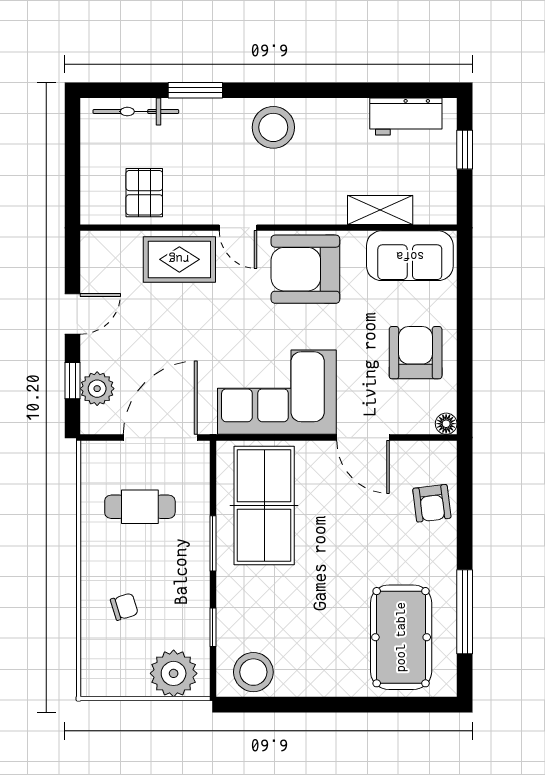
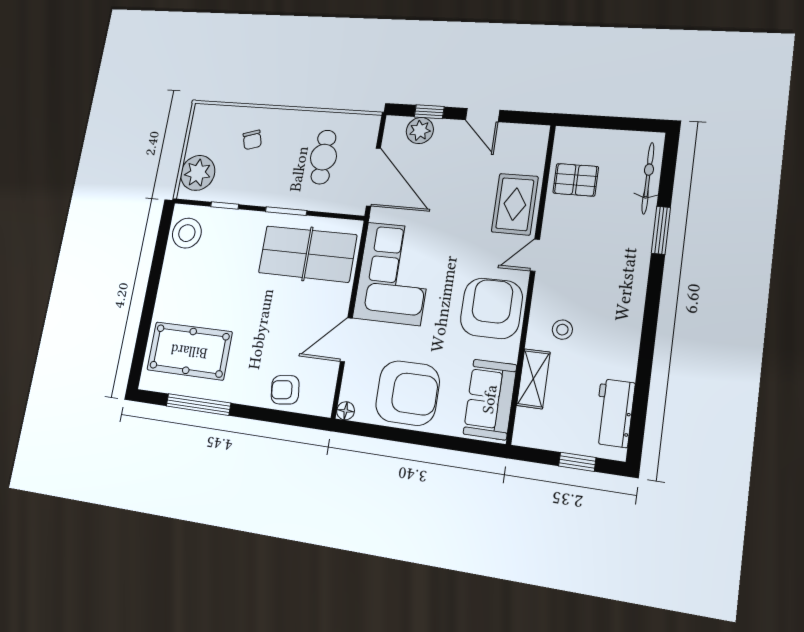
stool: (273, 127) -> (562, 330), moved, width x0.53, depth x0.53
armchair: (416, 353) -> (407, 393), width x1.36, depth x1.36

